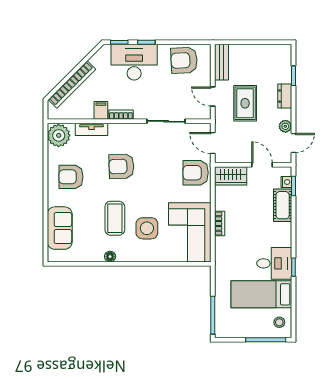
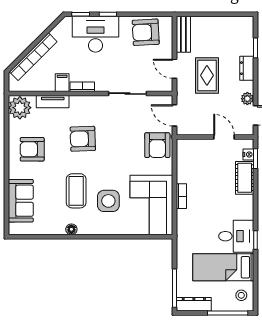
armchair: (196, 173) -> (157, 145), turned -90
wardrobe: (231, 176) -> (192, 148), removed
dresser: (232, 331) -> (194, 304), added

